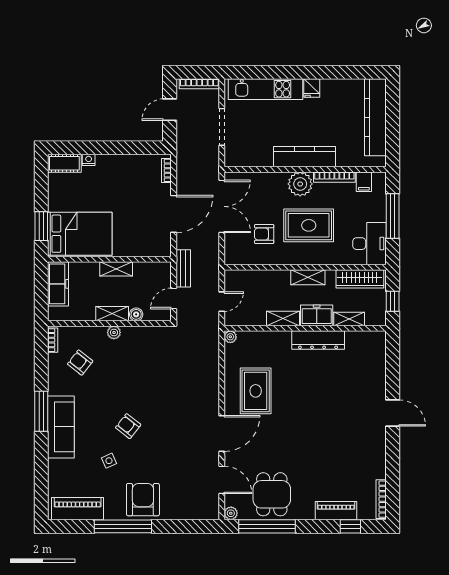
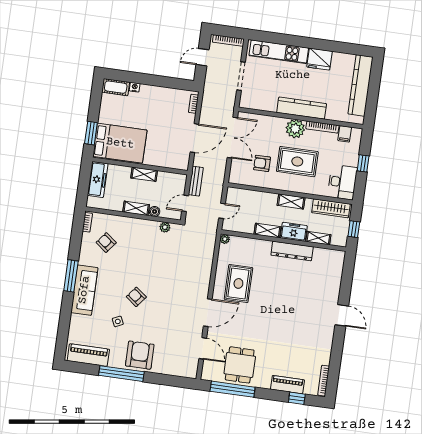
fridge: (312, 88) -> (320, 59), width x1.88, depth x1.34
window: (393, 216) -> (363, 163), width x0.46
plant: (114, 332) -> (165, 227), moved
plant: (231, 513) -> (206, 375), removed

